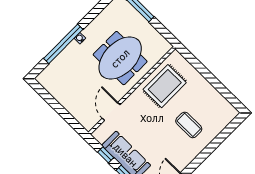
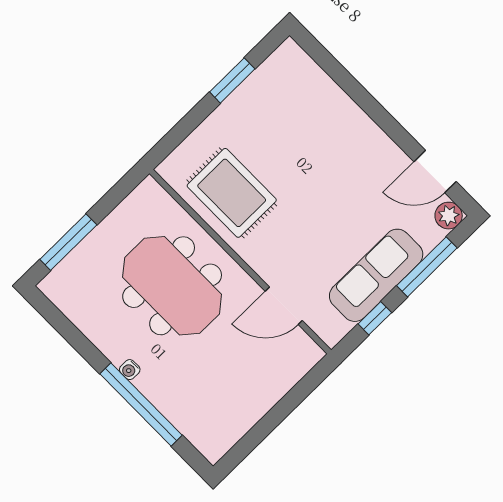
window: (218, 86) -> (232, 80), added
coffee table: (189, 125) -> (314, 143), removed

